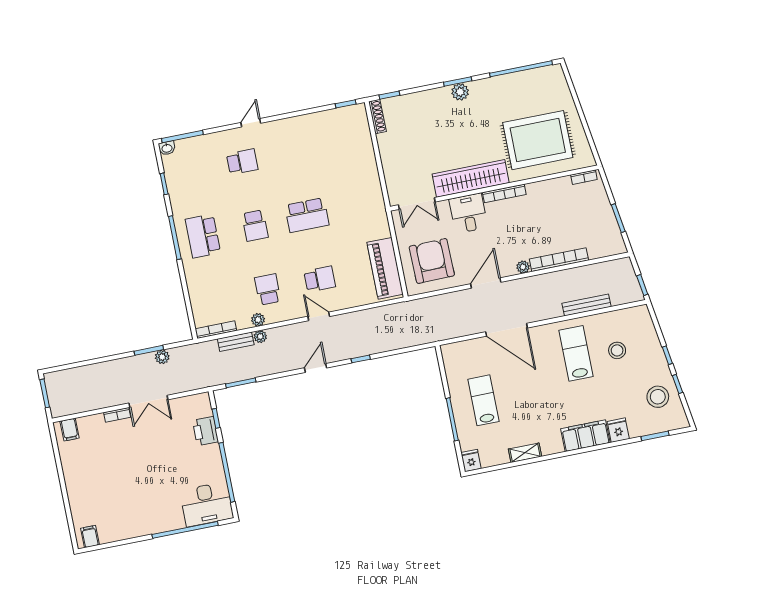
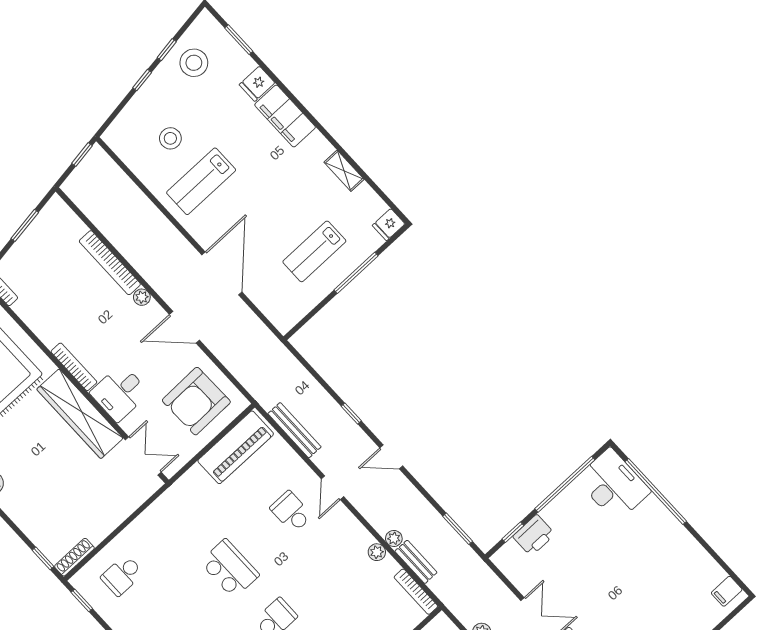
school desk: (268, 289) -> (122, 575), moved
bench: (586, 305) -> (294, 430), moved

